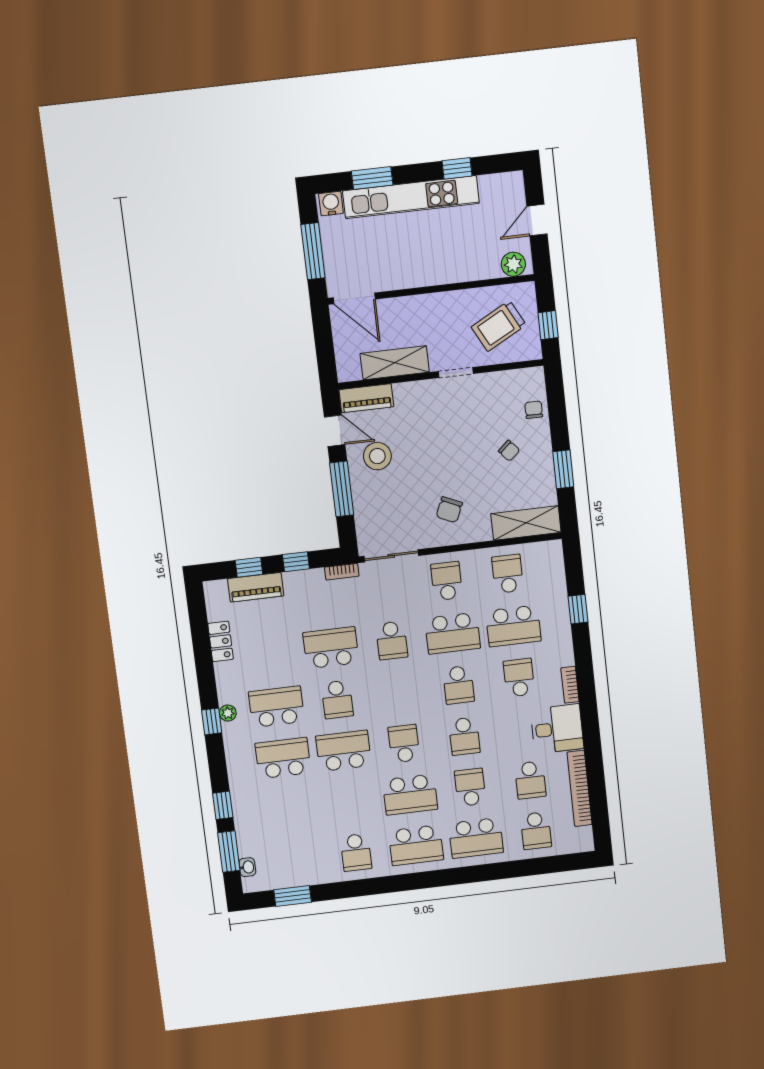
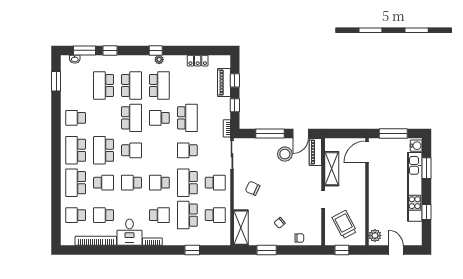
school desk: (289, 809) -> (104, 85), added

